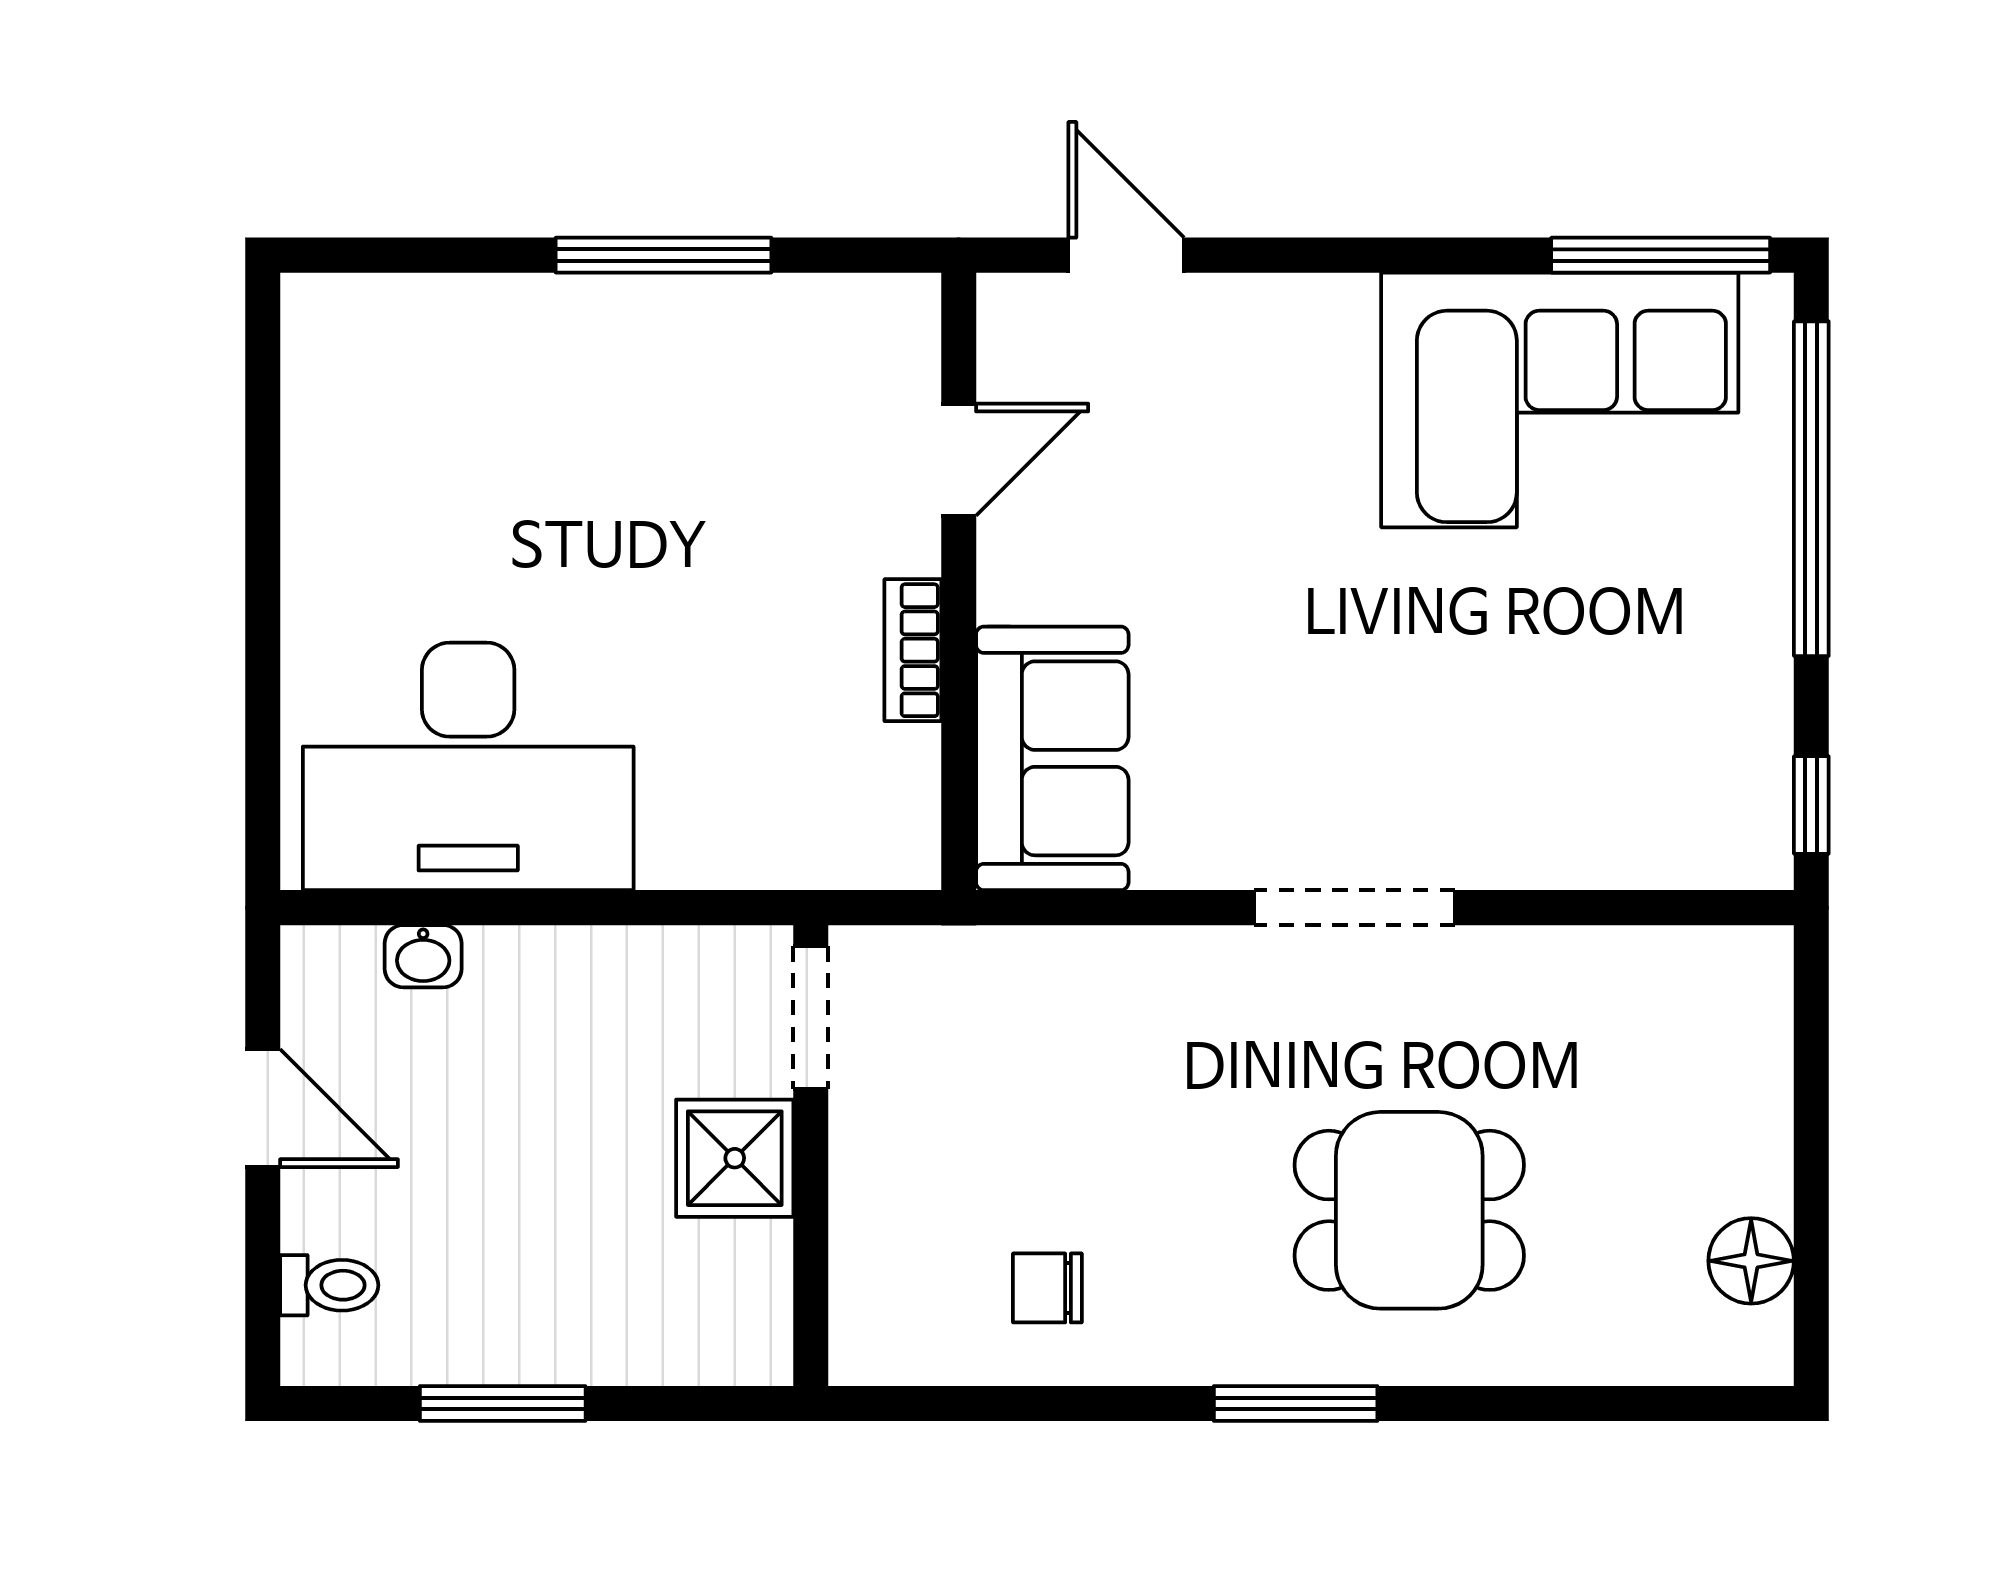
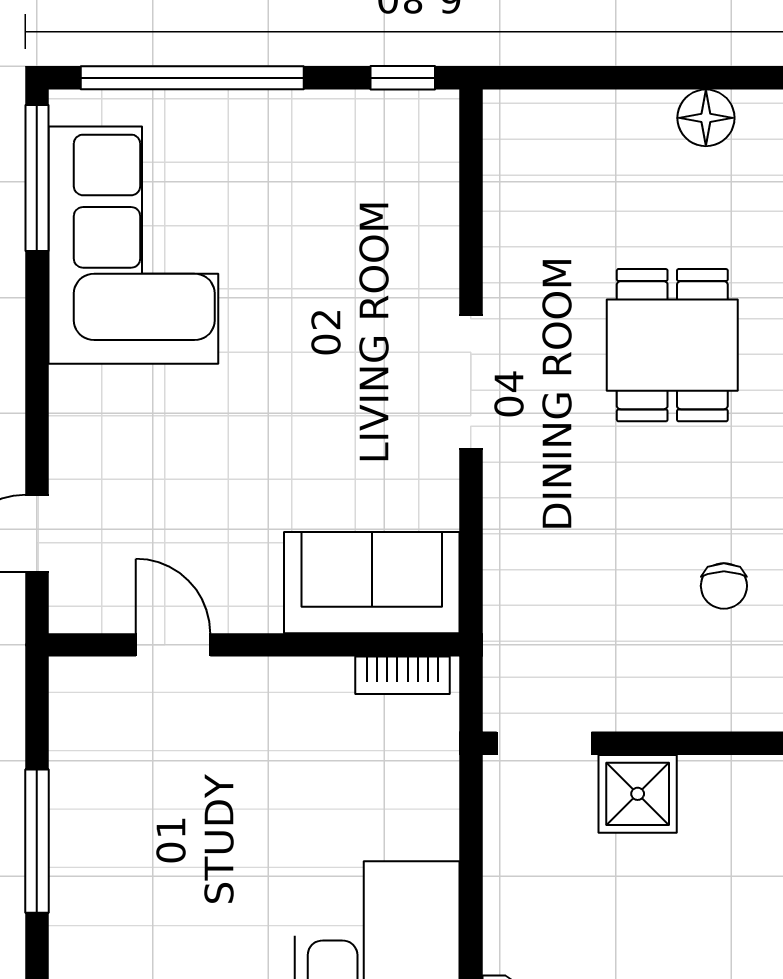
bookcase: (913, 650) -> (402, 675), moved

